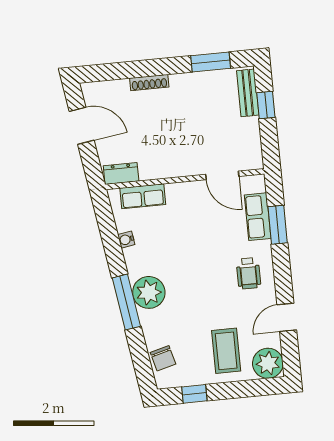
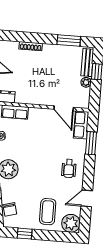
plant: (251, 126) -> (86, 82), added
row of seats: (258, 217) -> (81, 125), moved

